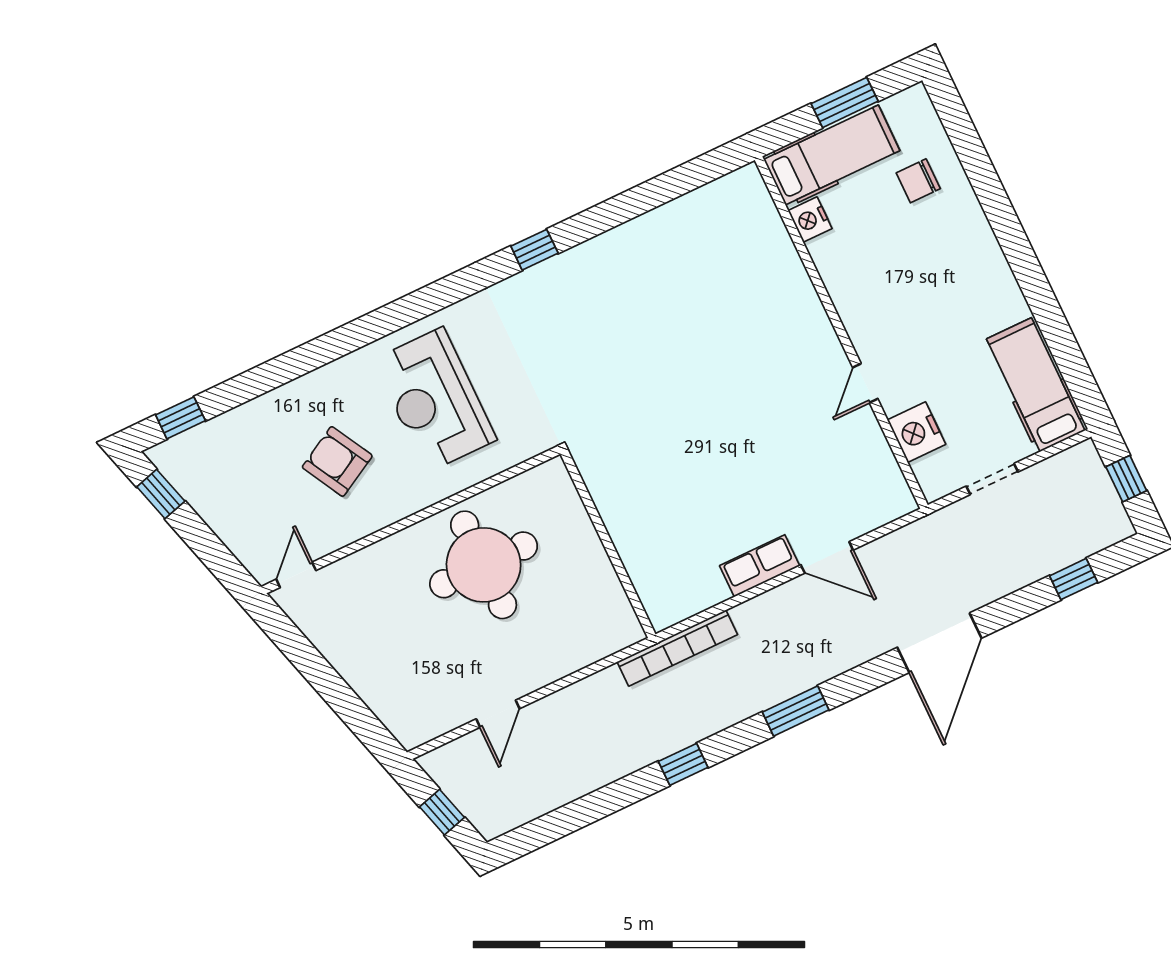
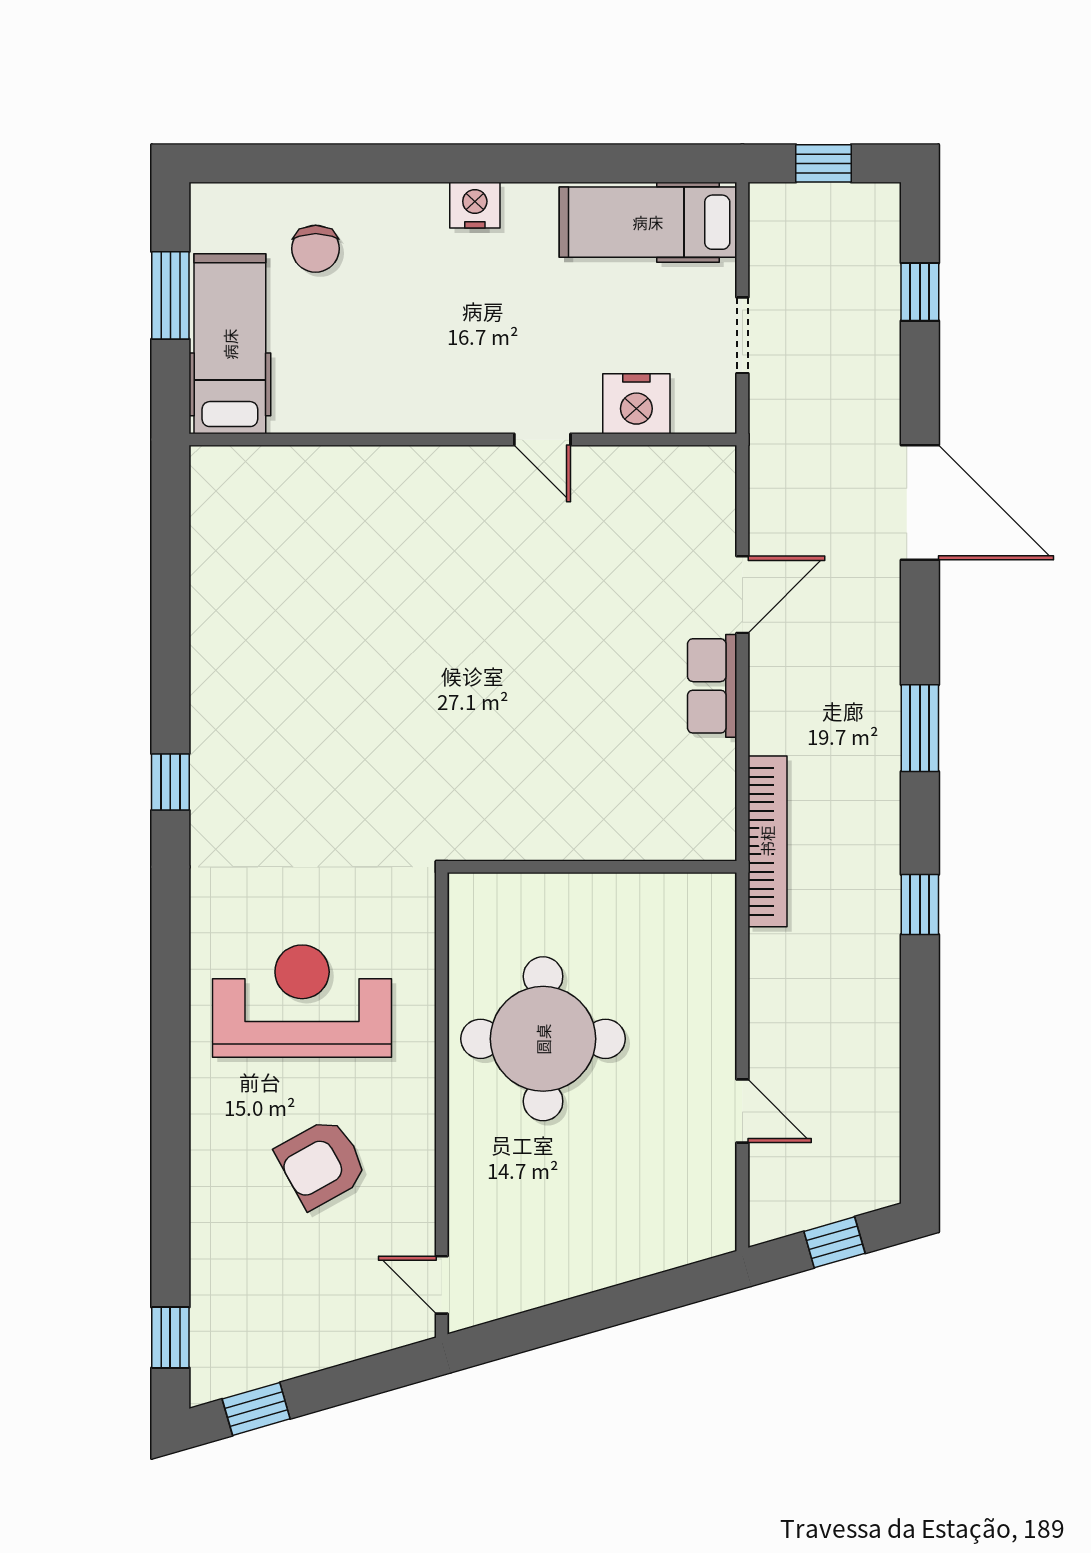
nightstand: (810, 220) -> (475, 205), moved, turned 180
reception desk: (435, 400) -> (302, 1001), turned 180

